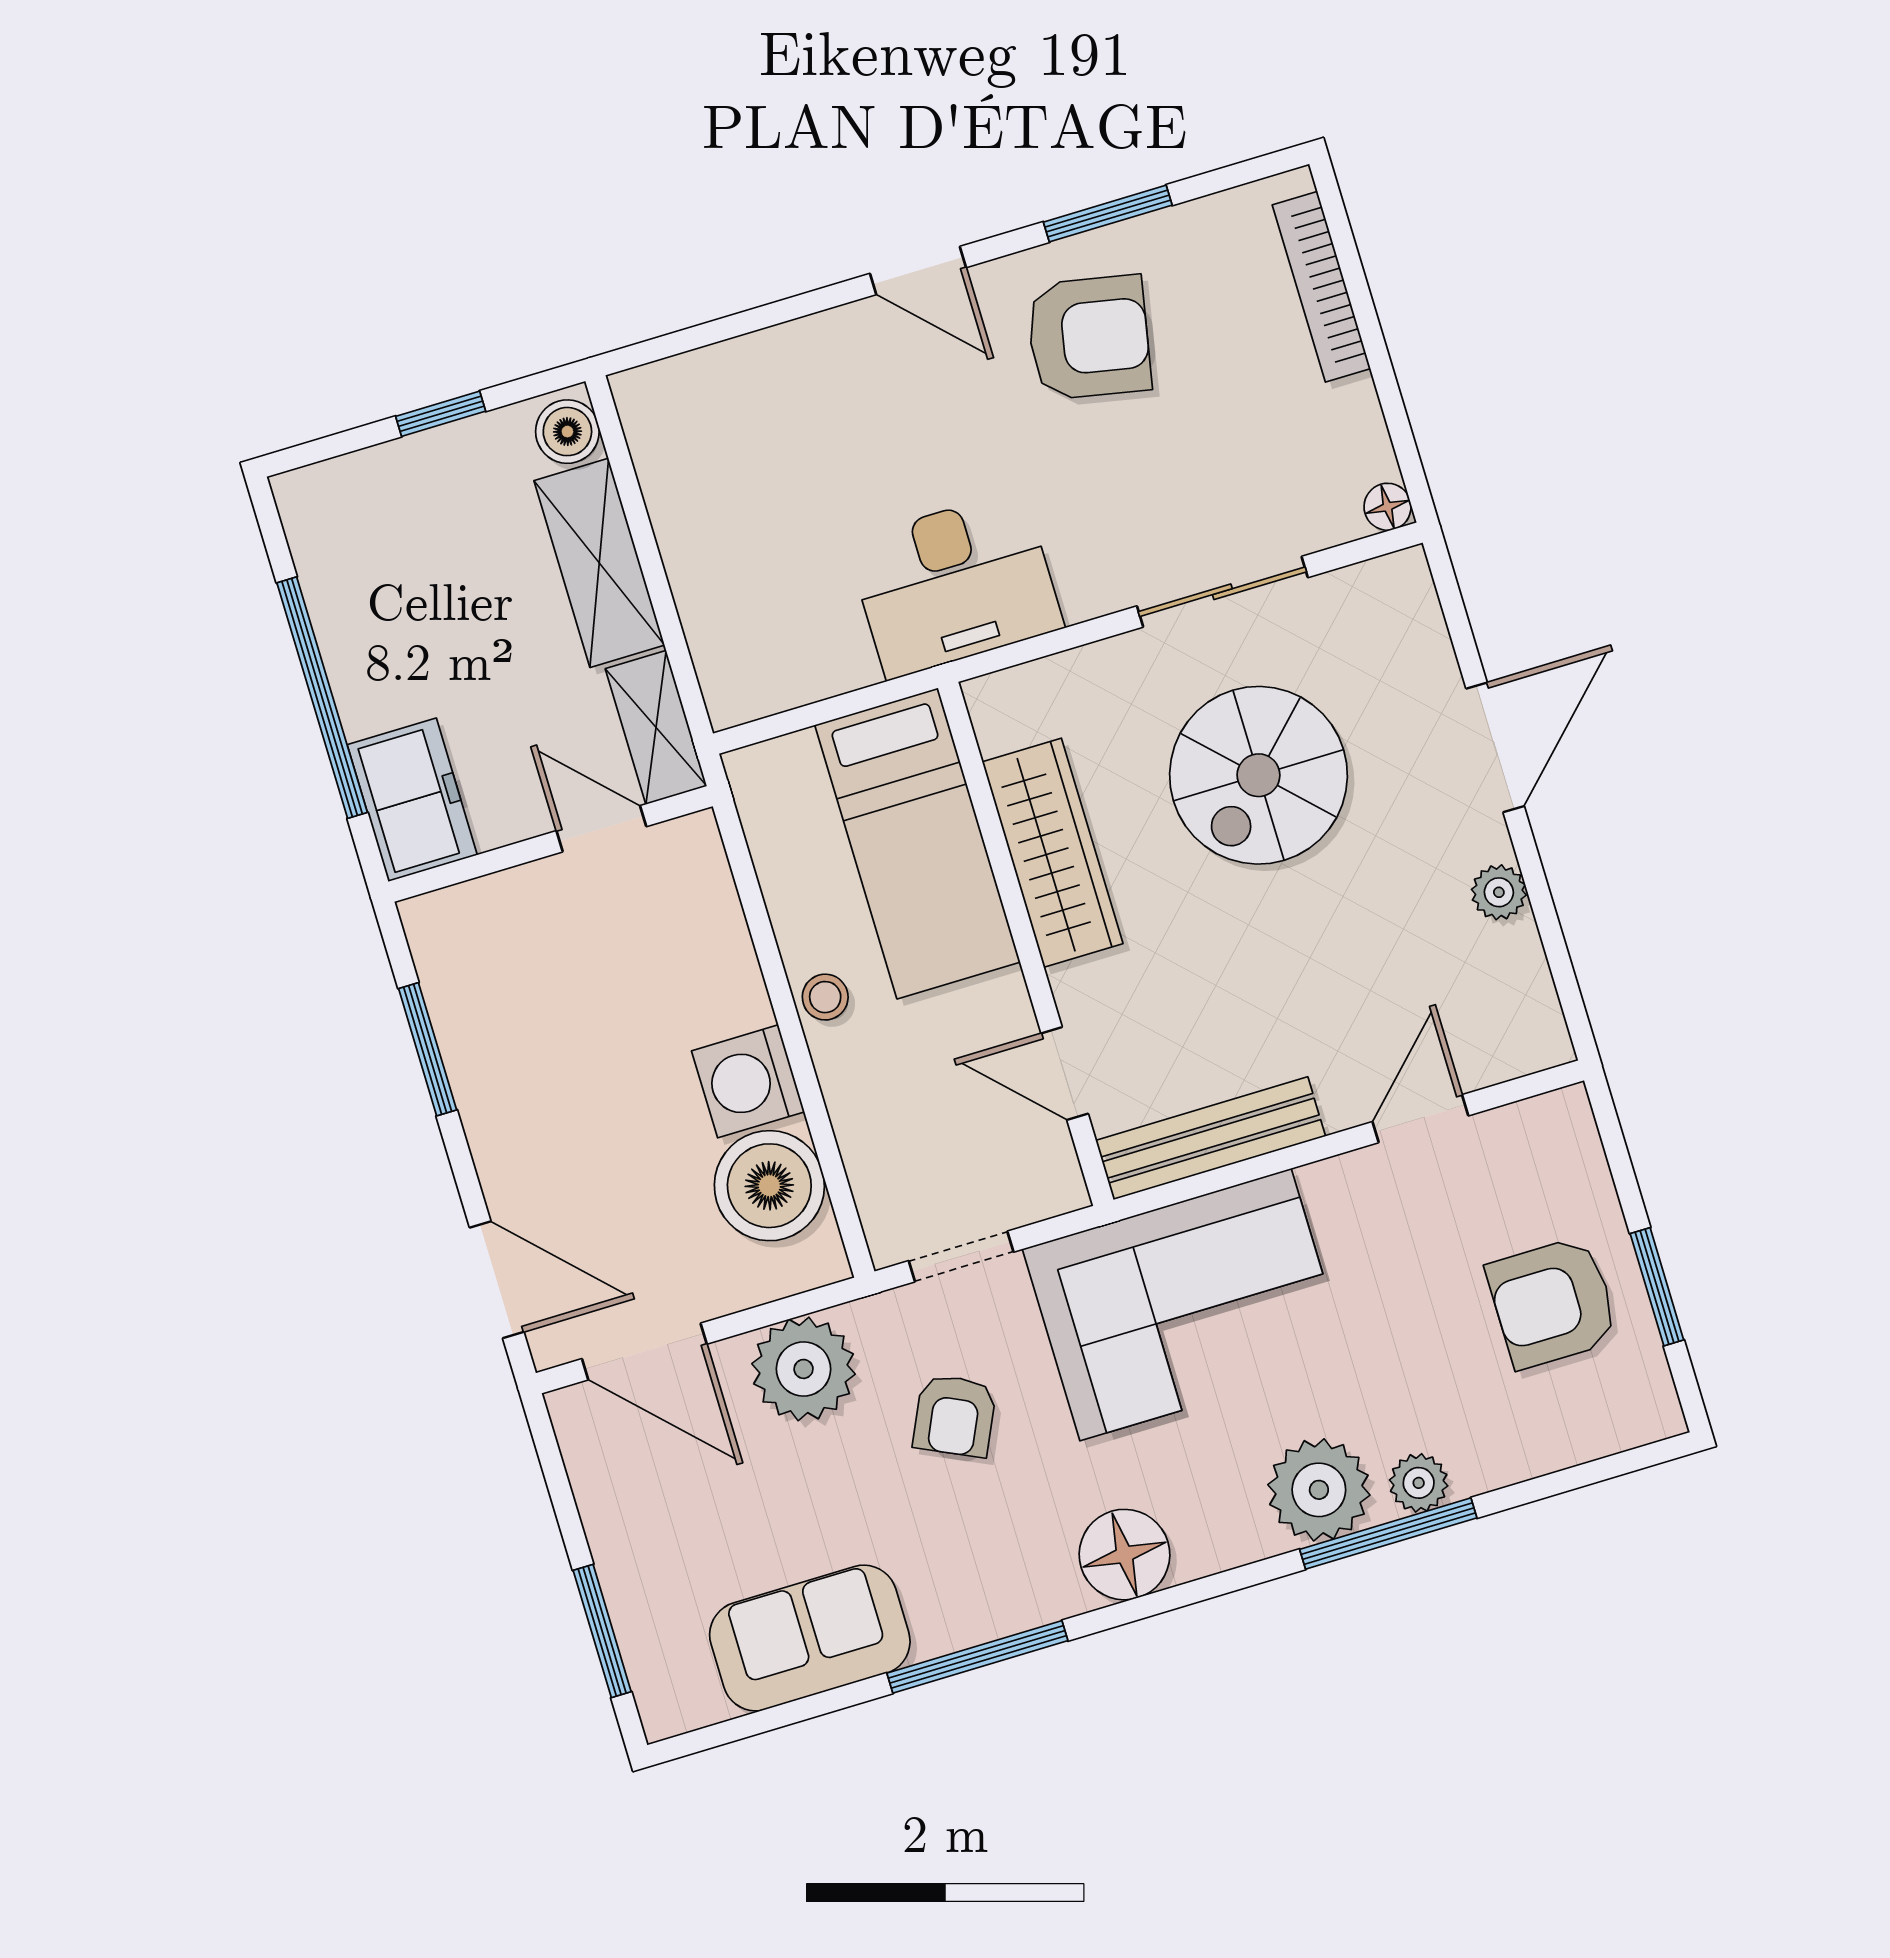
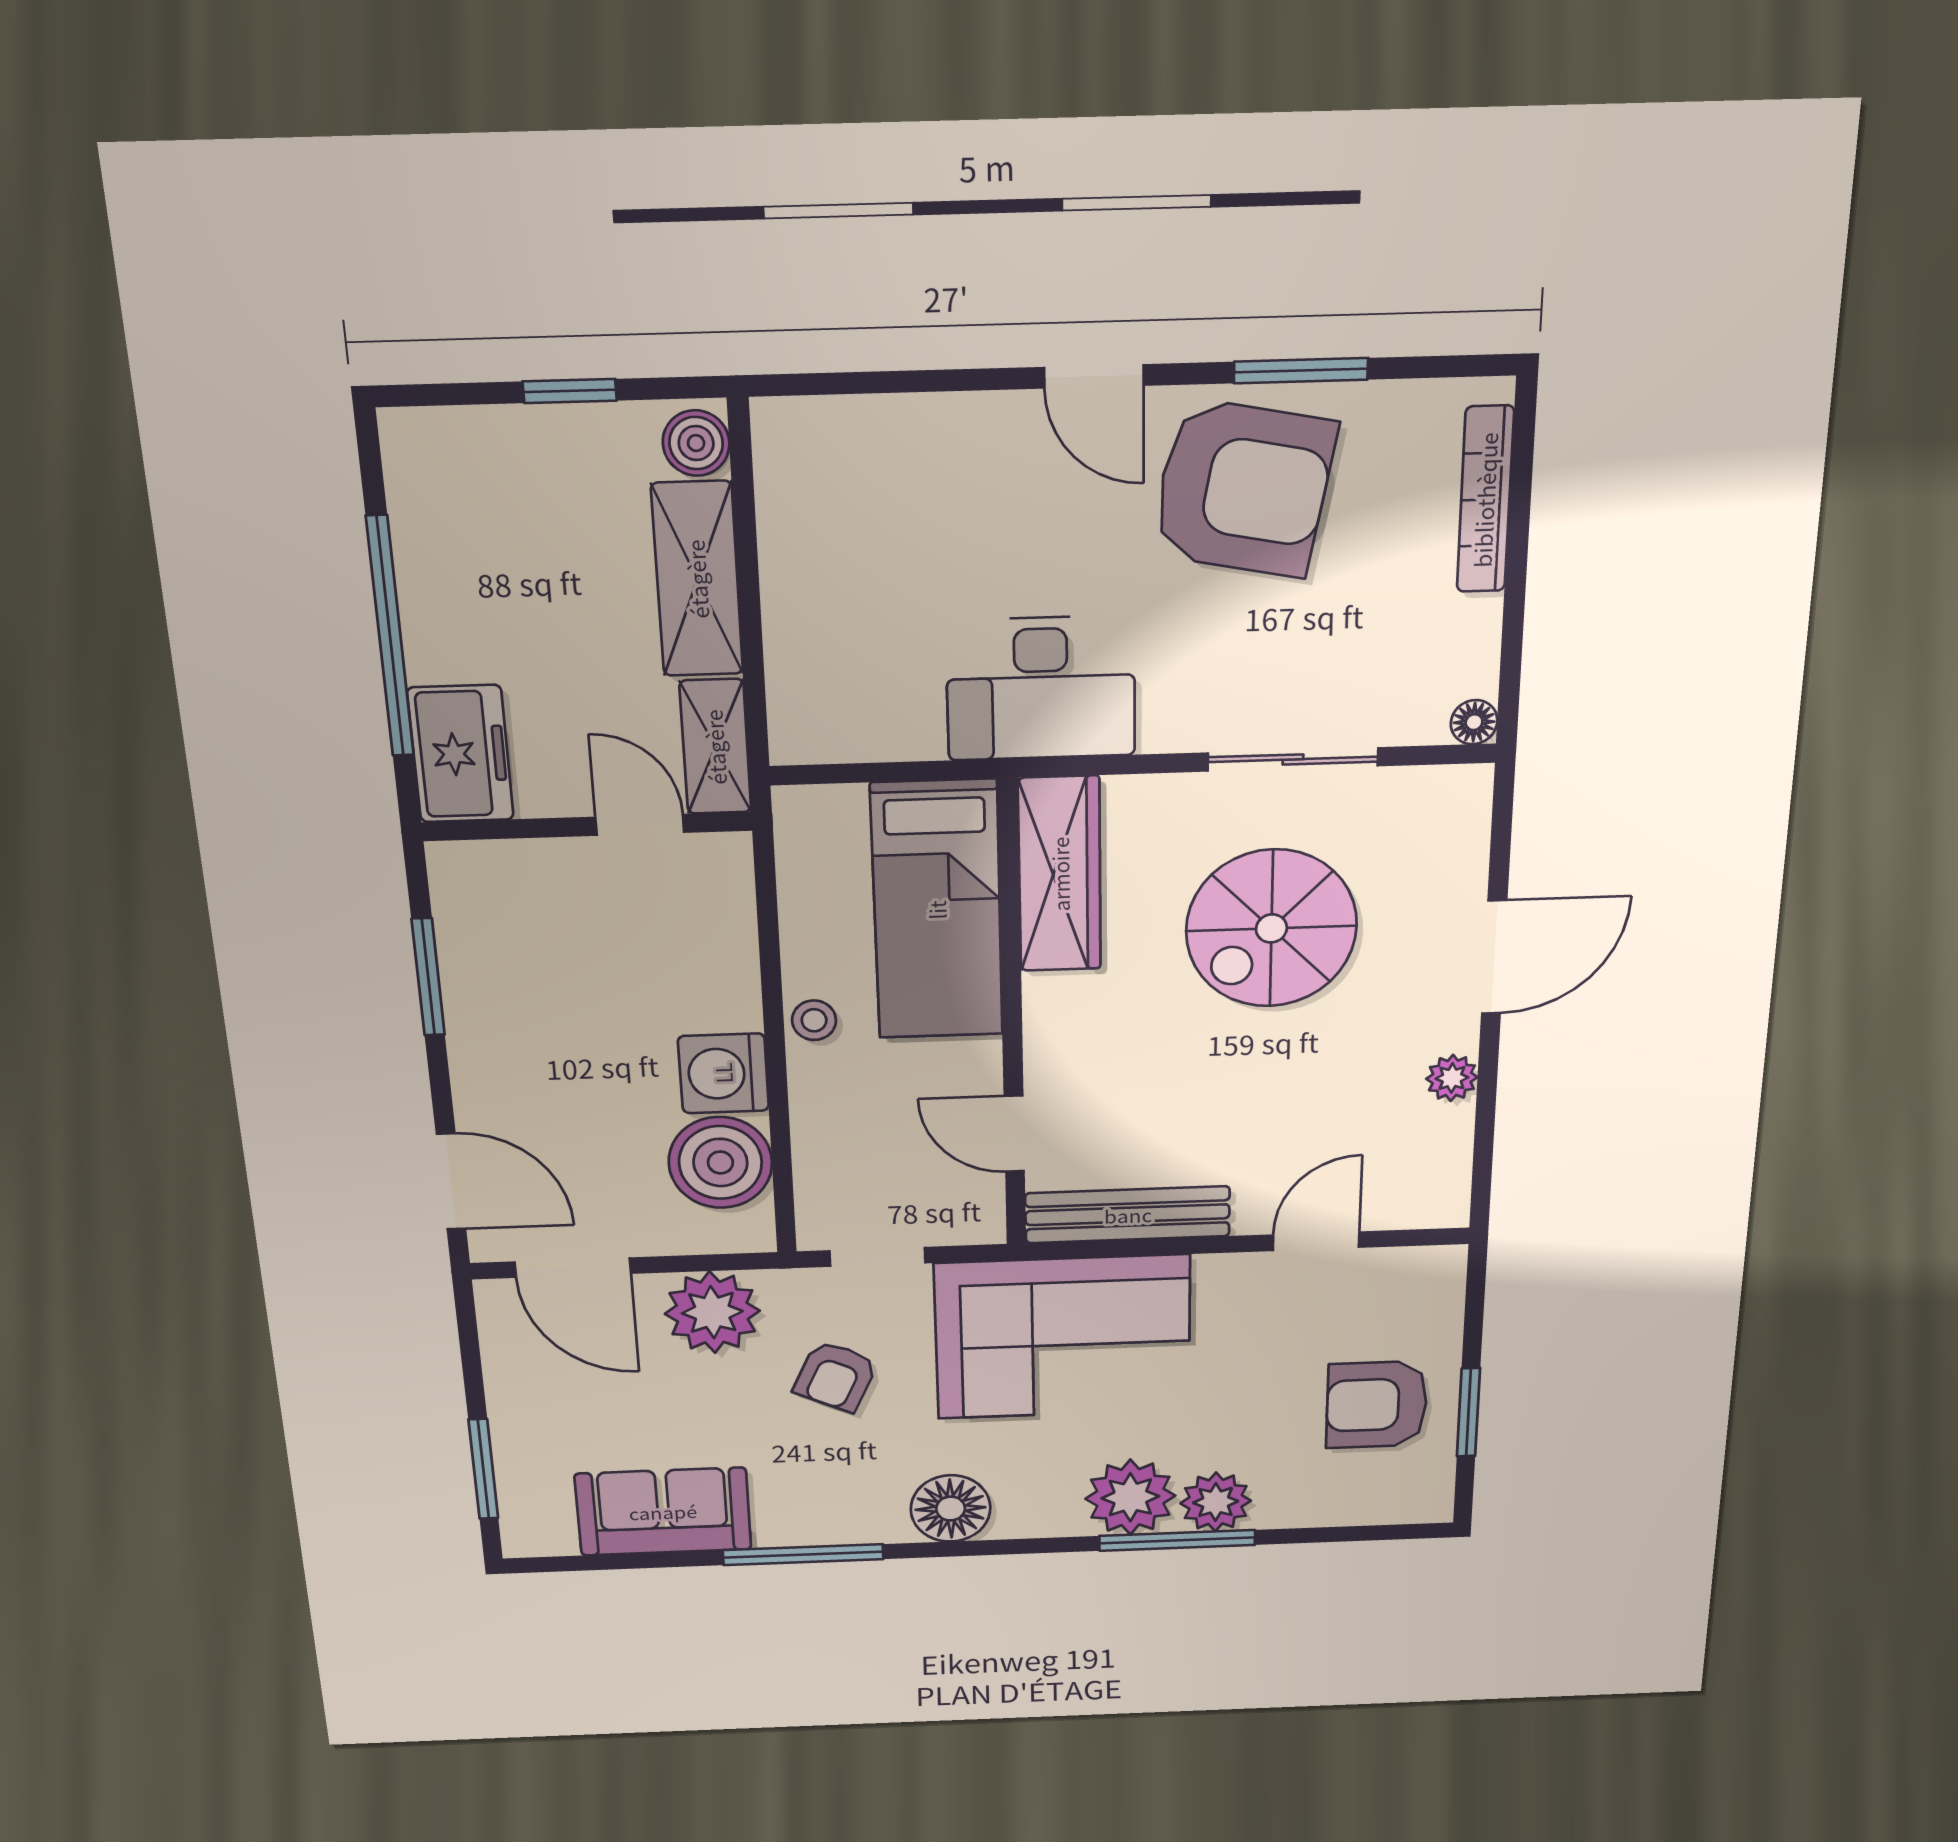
armchair: (1089, 337) -> (1243, 488), width x1.36, depth x1.36
wardrobe: (1053, 853) -> (1060, 874), moved
plant: (1419, 1483) -> (1216, 1502), width x1.38, depth x1.38

